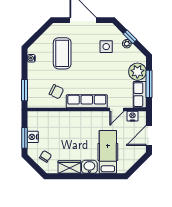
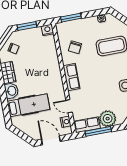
row of seats: (87, 101) -> (71, 77), width x0.68
nightstand: (33, 137) -> (48, 30), moved

